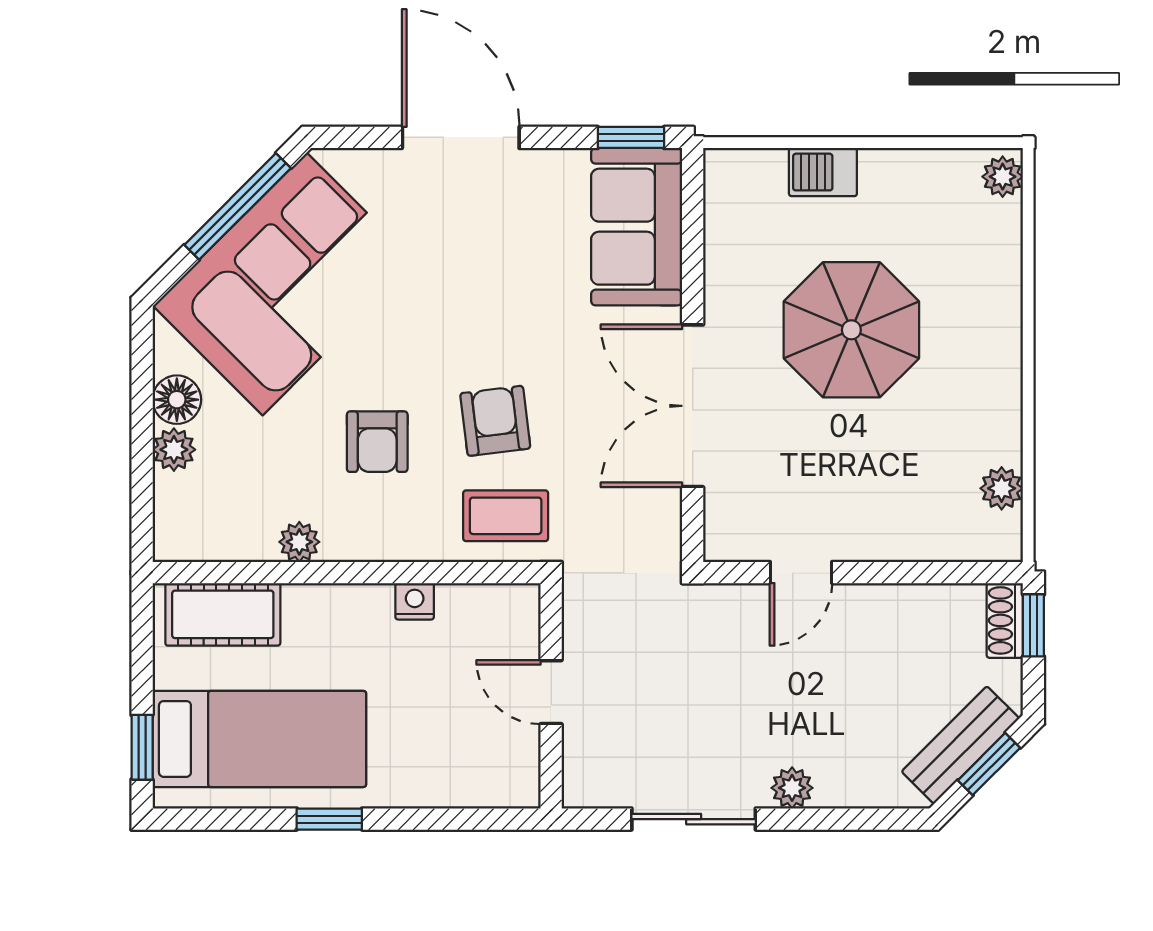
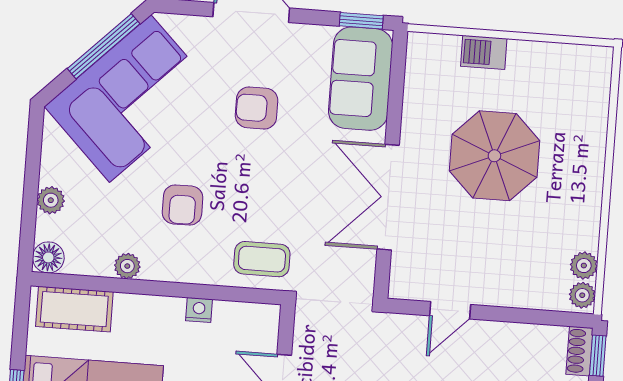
plant: (1003, 177) -> (582, 295), moved
floor lamp: (177, 400) -> (48, 257), moved
armchair: (495, 421) -> (257, 108), moved, turned -83

